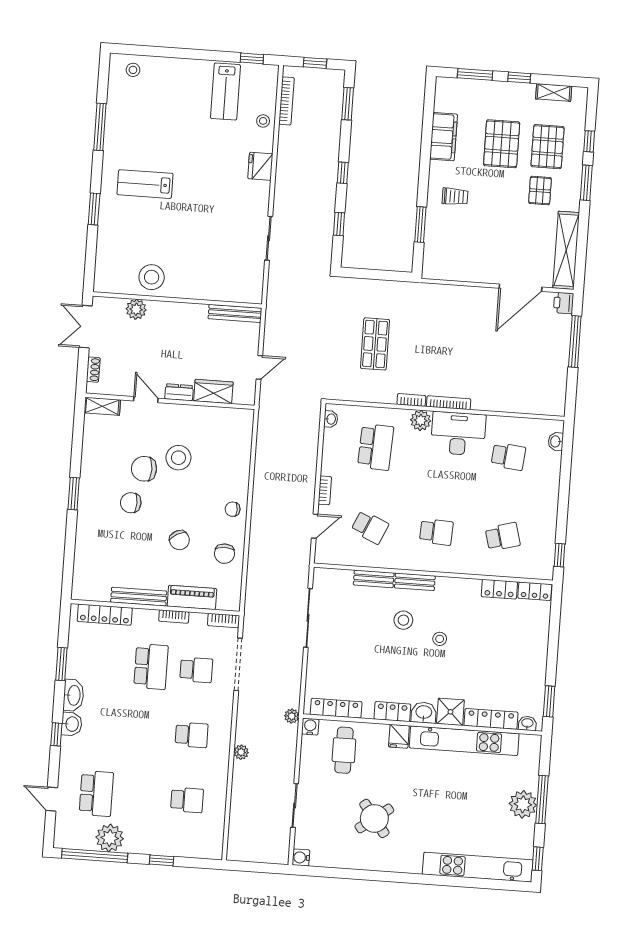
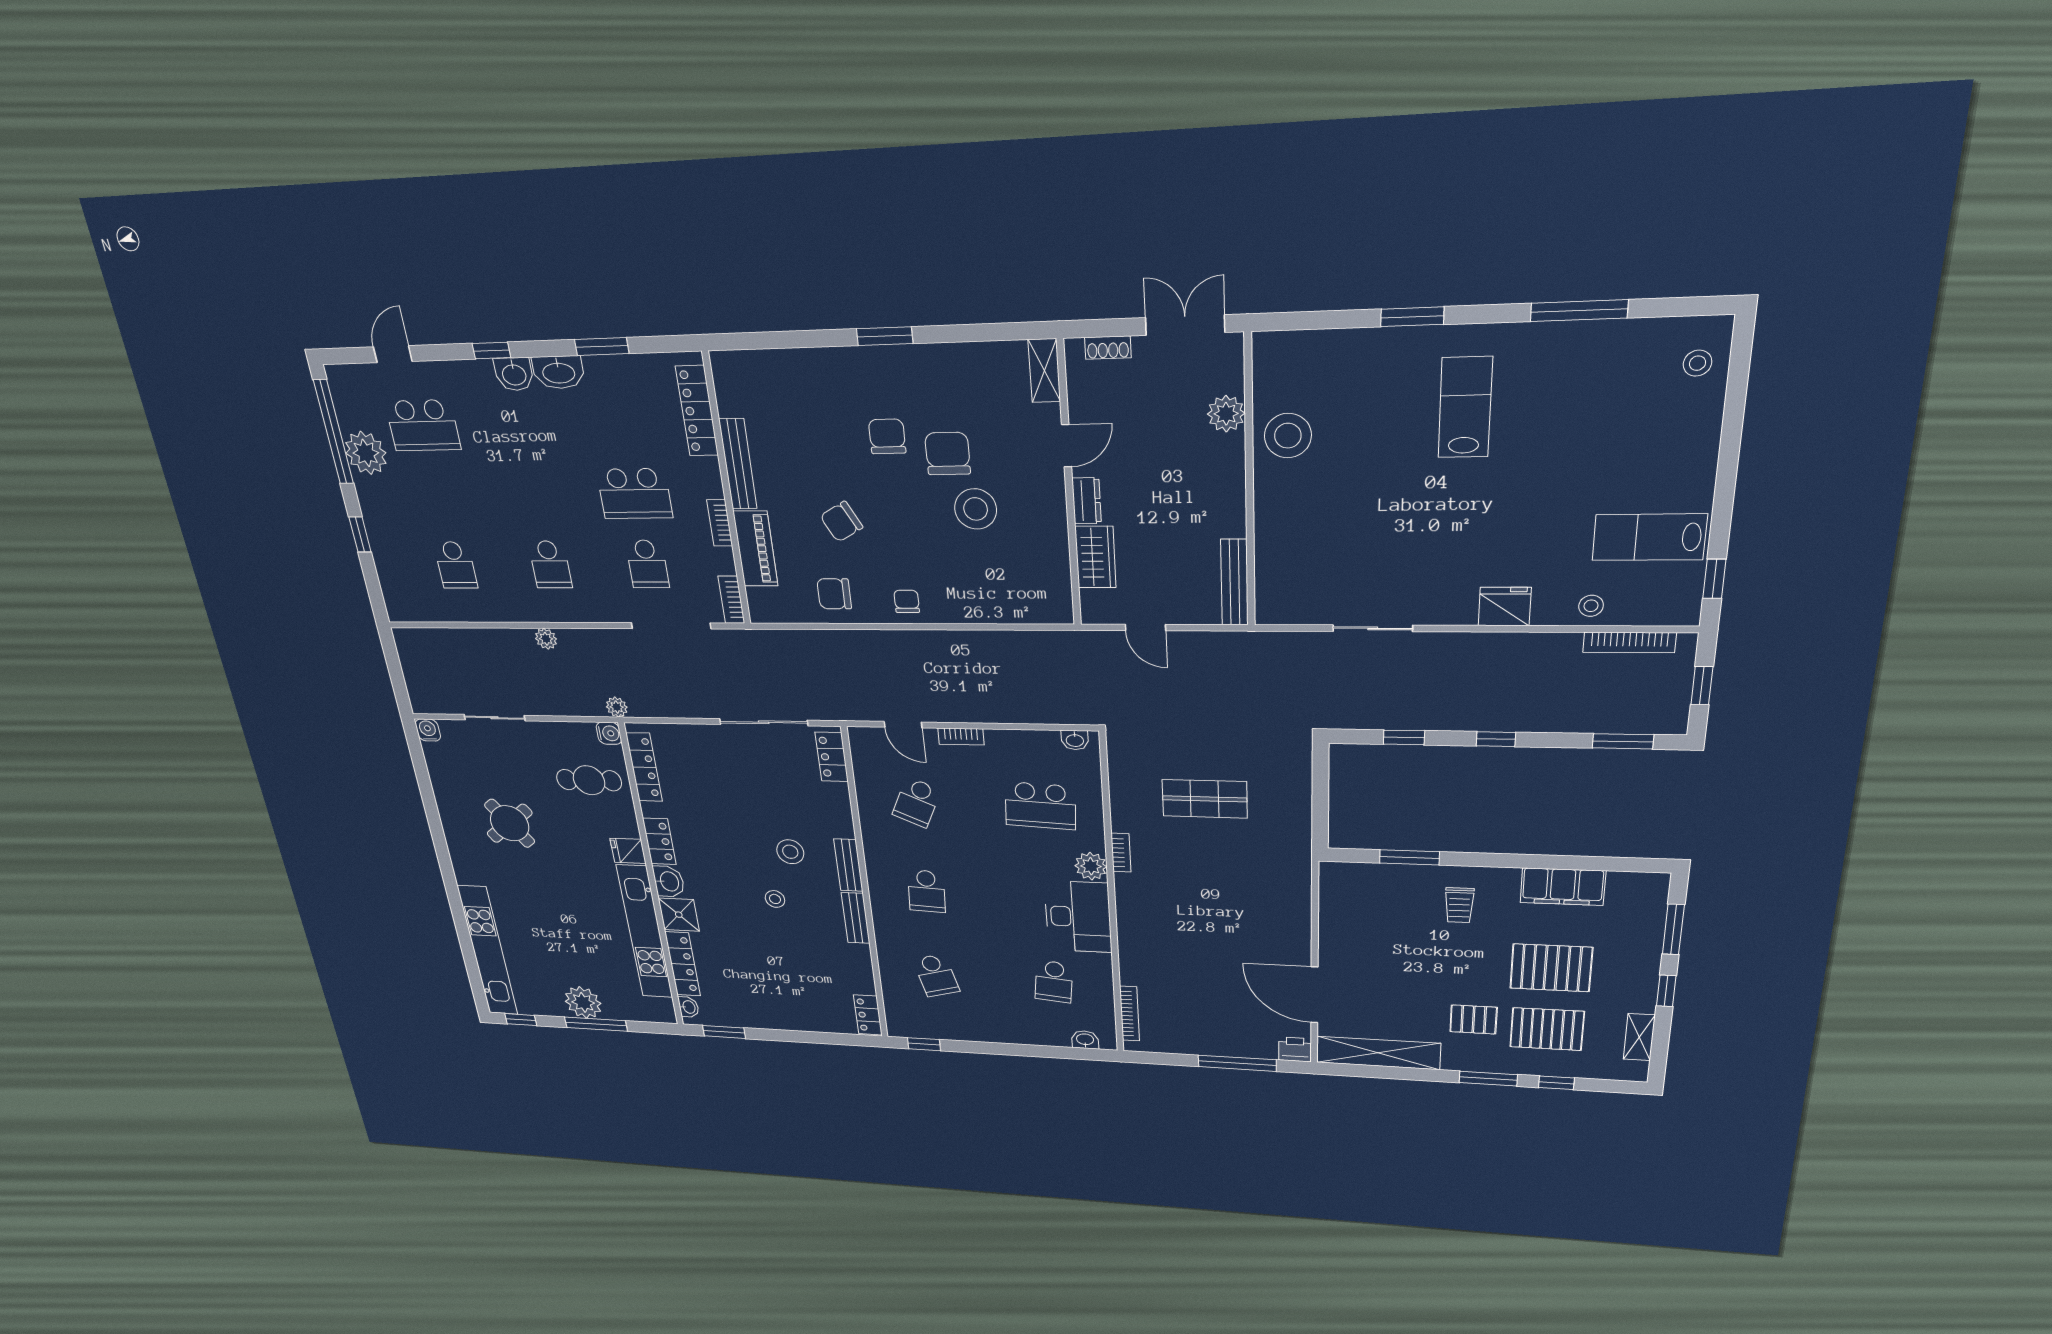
bookcase: (449, 403) -> (1130, 1014), moved
bench: (374, 579) -> (856, 918), moved
locker: (499, 589) -> (832, 757), moved

